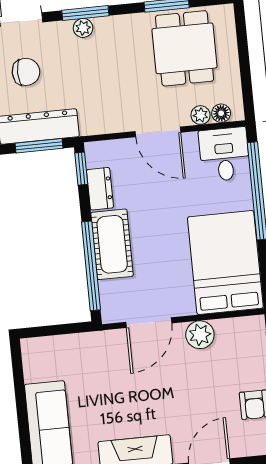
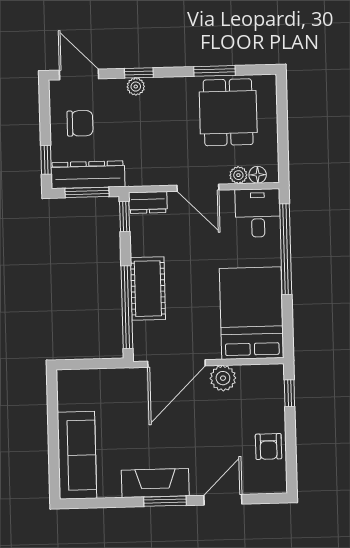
window: (85, 13) -> (139, 73), width x0.67
dresser: (100, 189) -> (148, 203), moved, turned 90
door: (149, 323) -> (176, 364), width x1.36

